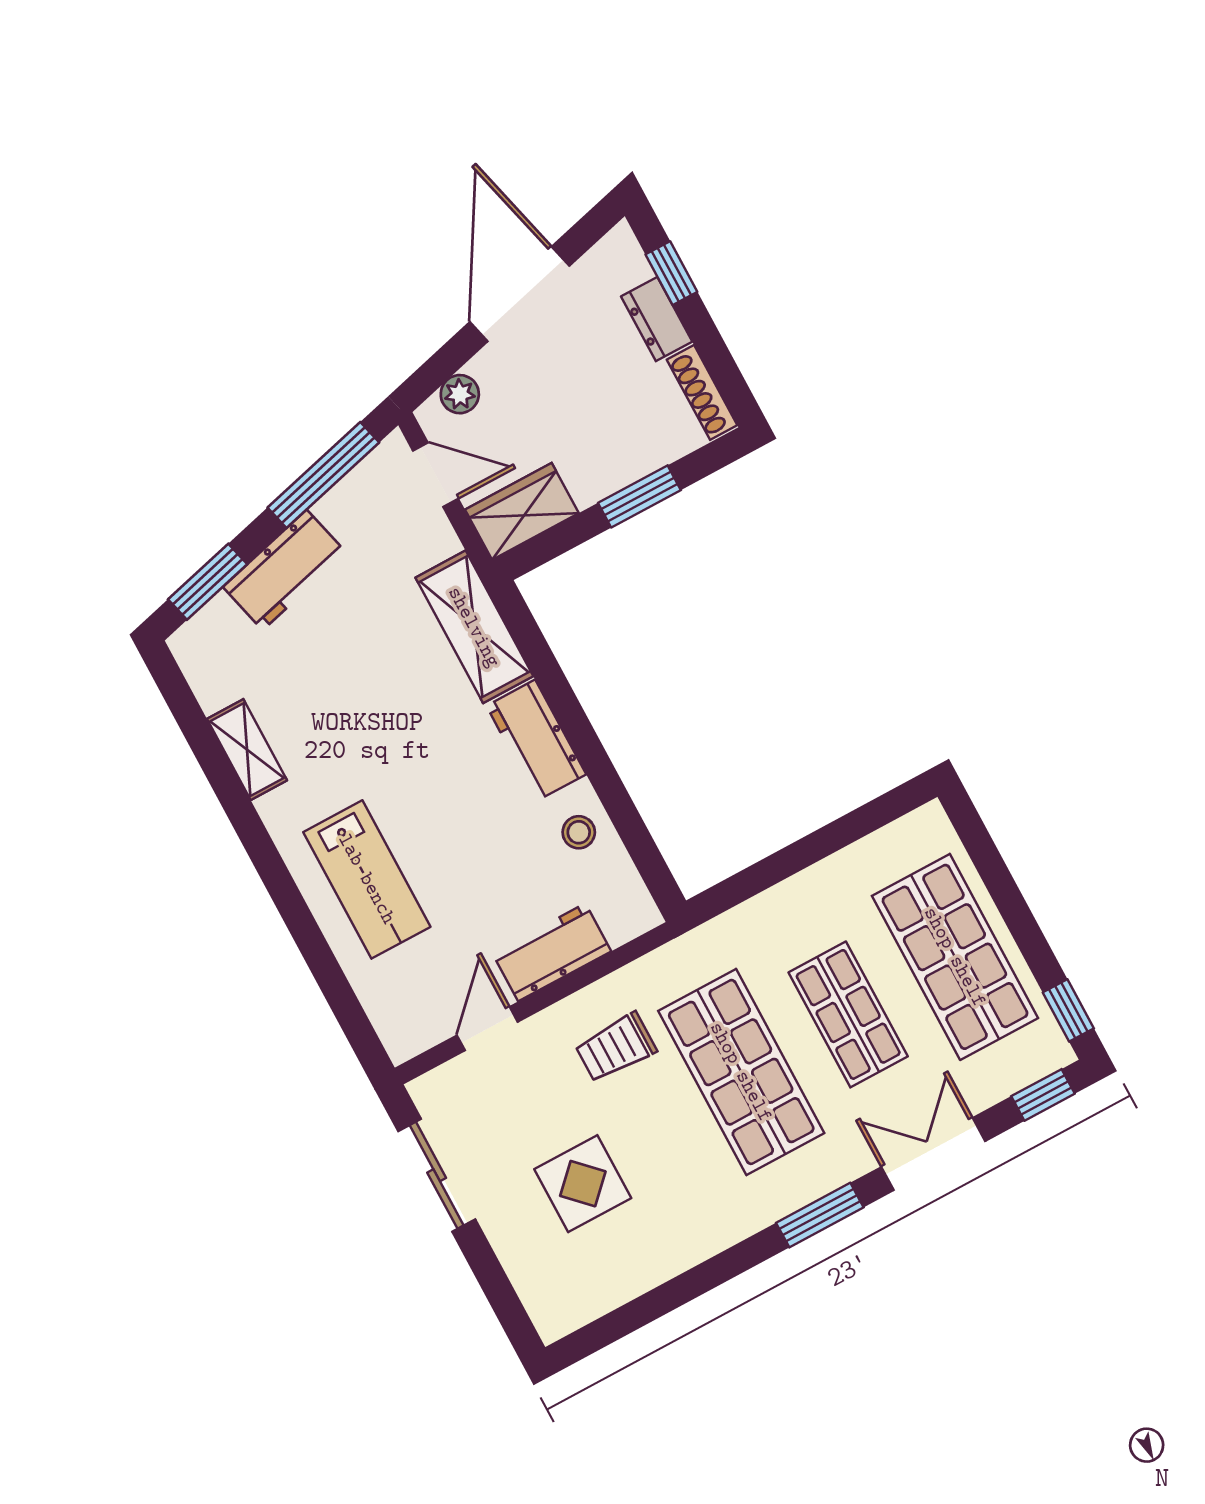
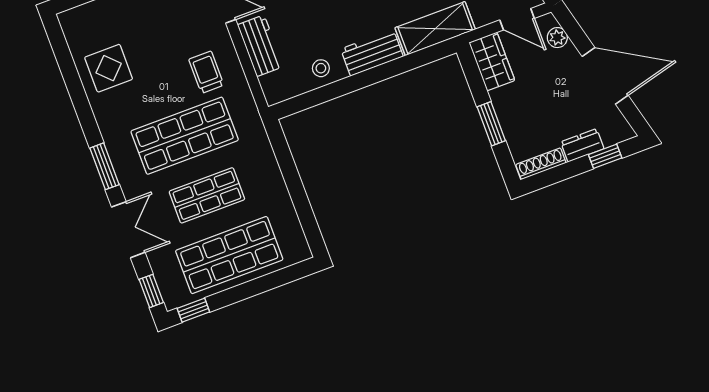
door: (436, 475) -> (517, 19), hinge flipped
display table: (583, 1184) -> (109, 68), moved

